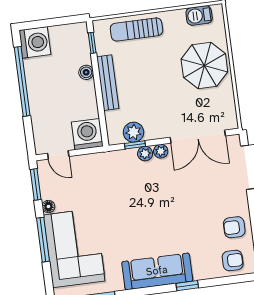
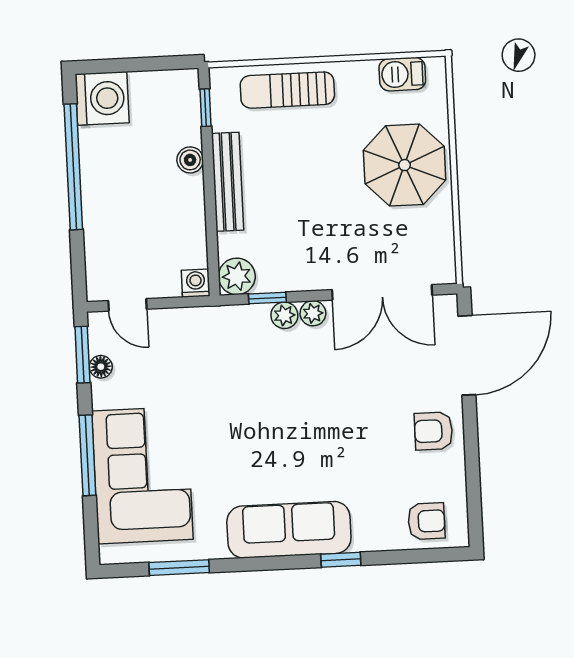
plant: (133, 132) -> (237, 276), moved
washing machine: (87, 134) -> (196, 283), width x0.53, depth x0.53
floor lamp: (48, 207) -> (101, 367), moved
armchair: (234, 227) -> (433, 431), moved

